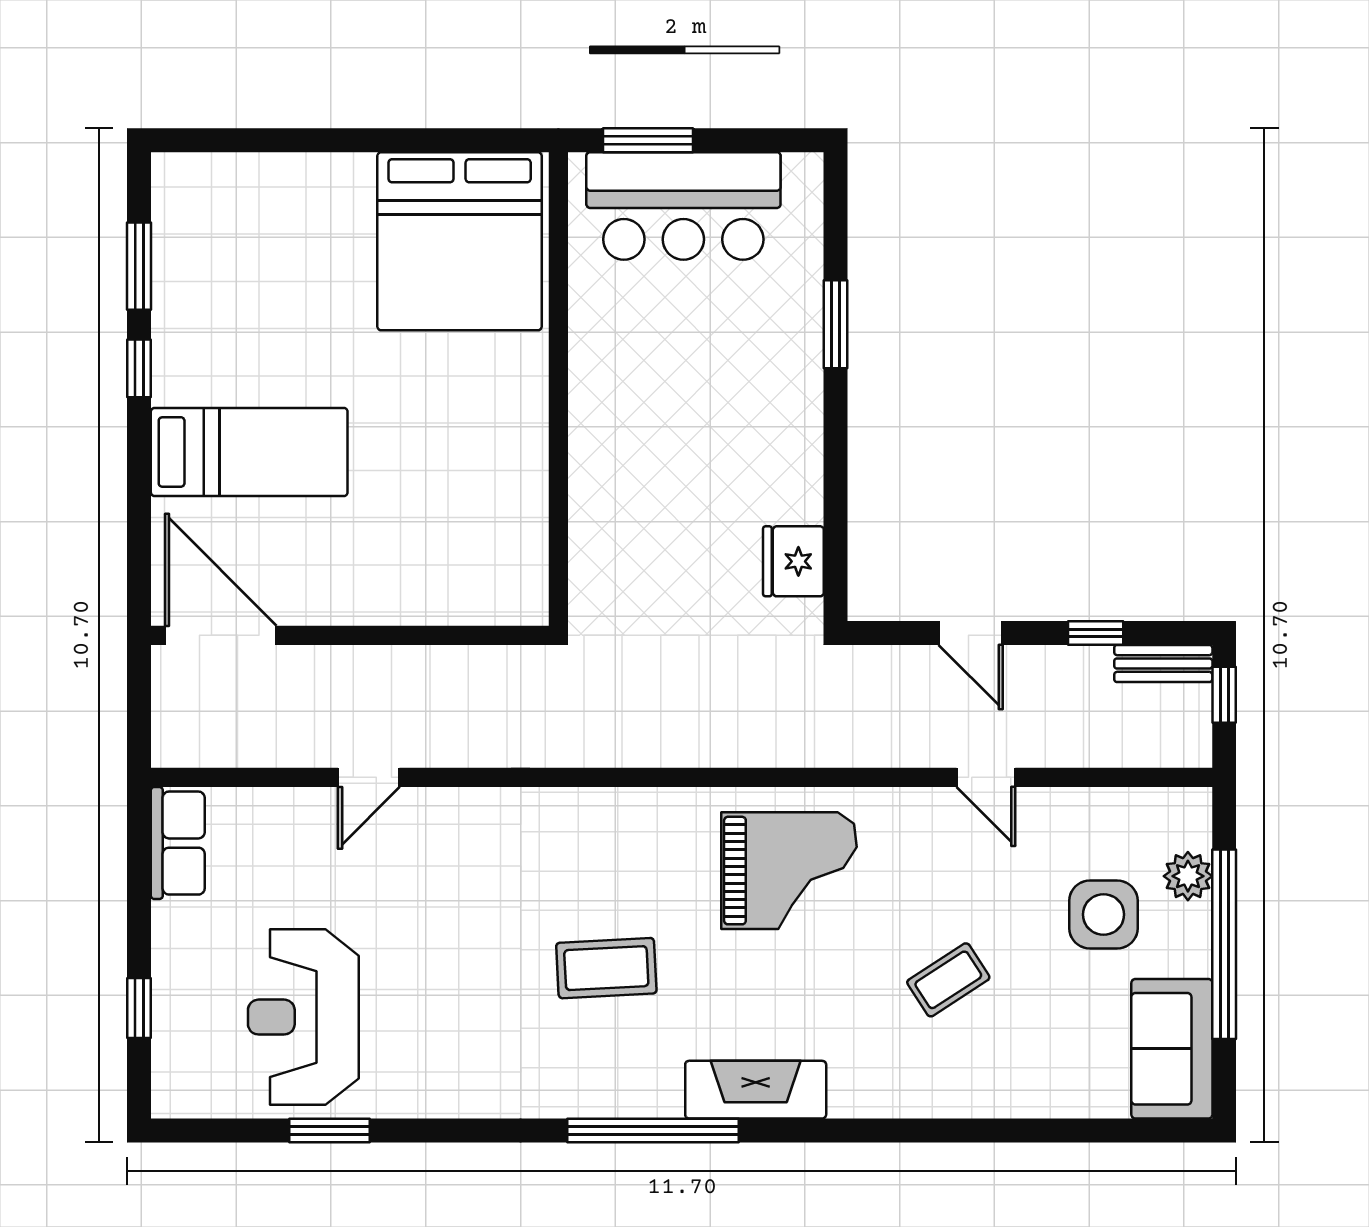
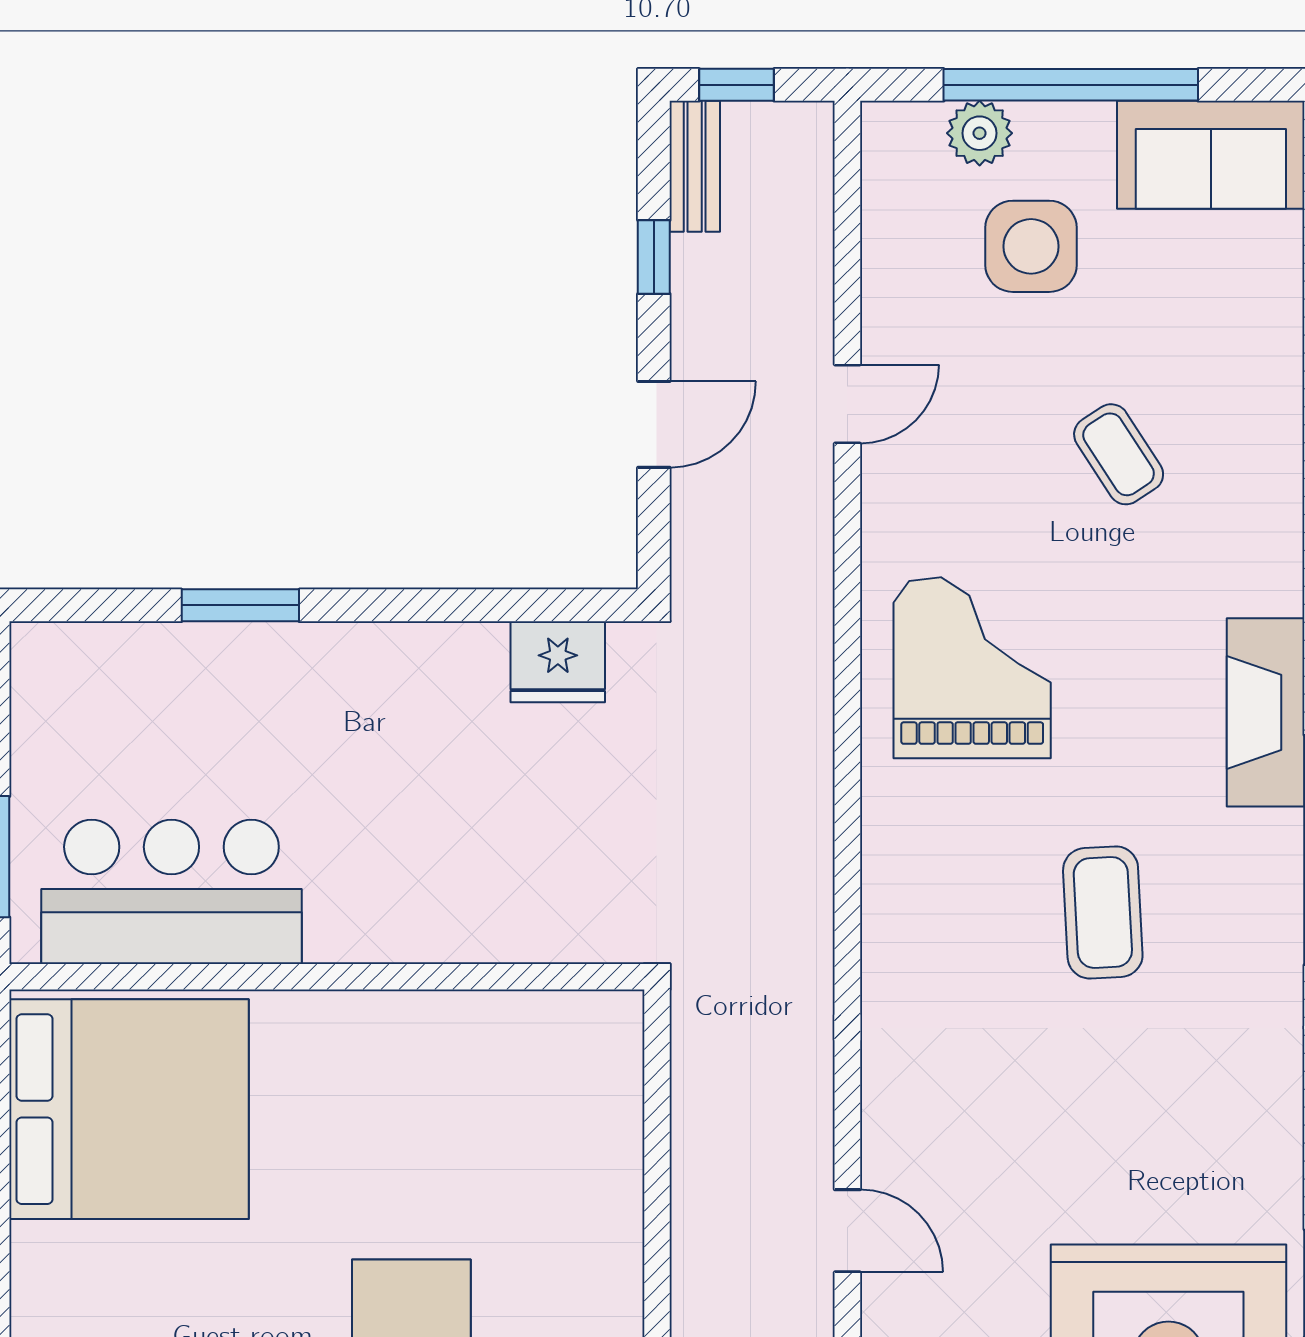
bar counter: (683, 206) -> (171, 892), moved, turned -90

